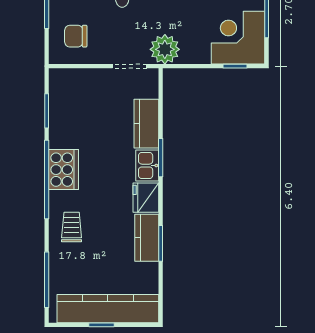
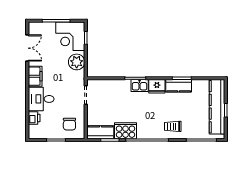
plant: (165, 49) -> (77, 62), moved
kitchen counter: (146, 124) -> (100, 132), moved, turned 180
cooker: (63, 170) -> (126, 131), moved

